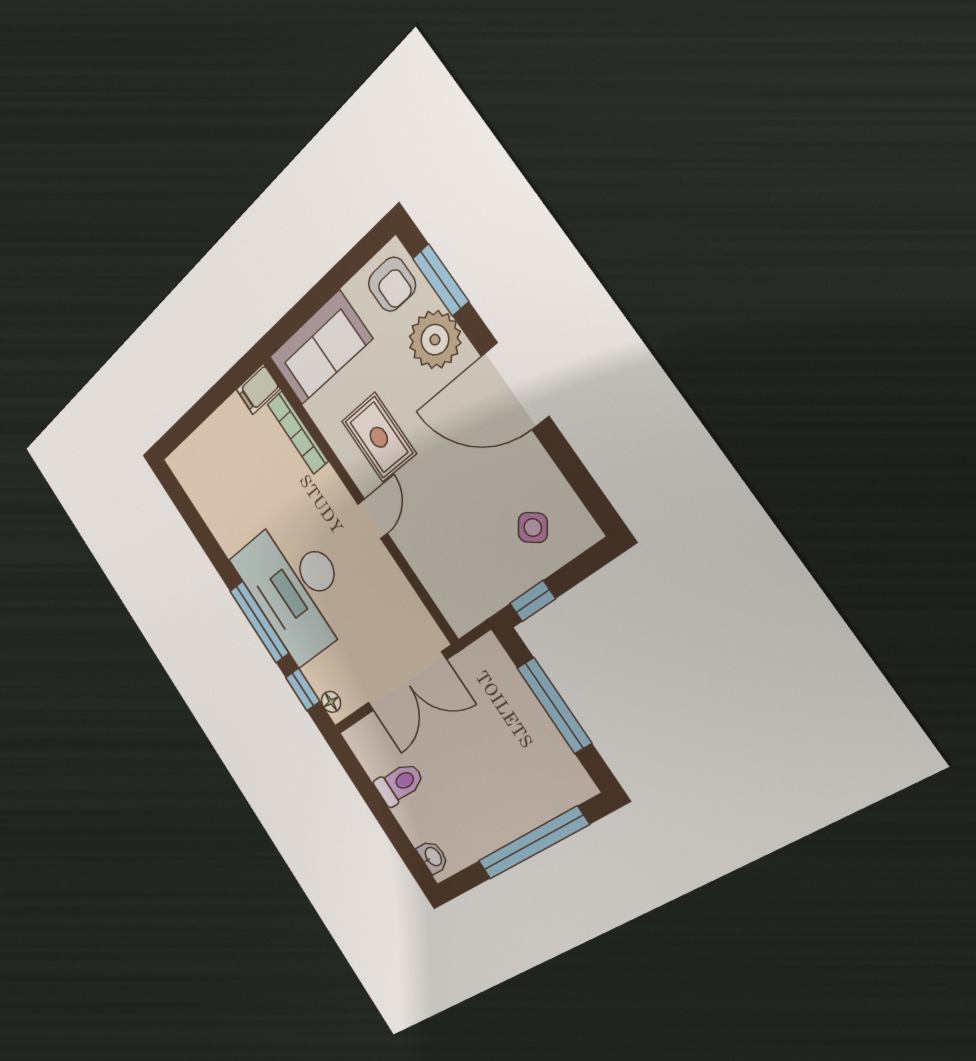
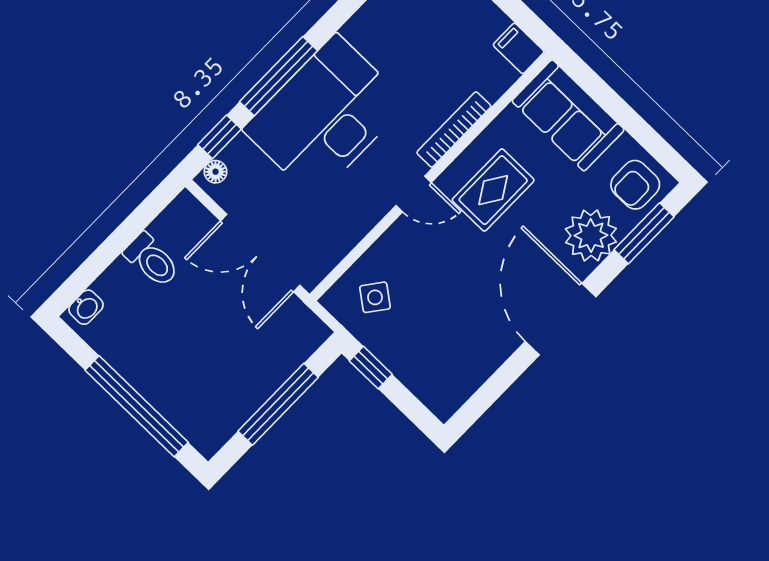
bookcase: (298, 433) -> (454, 129), moved
side table: (533, 528) -> (375, 297), moved

